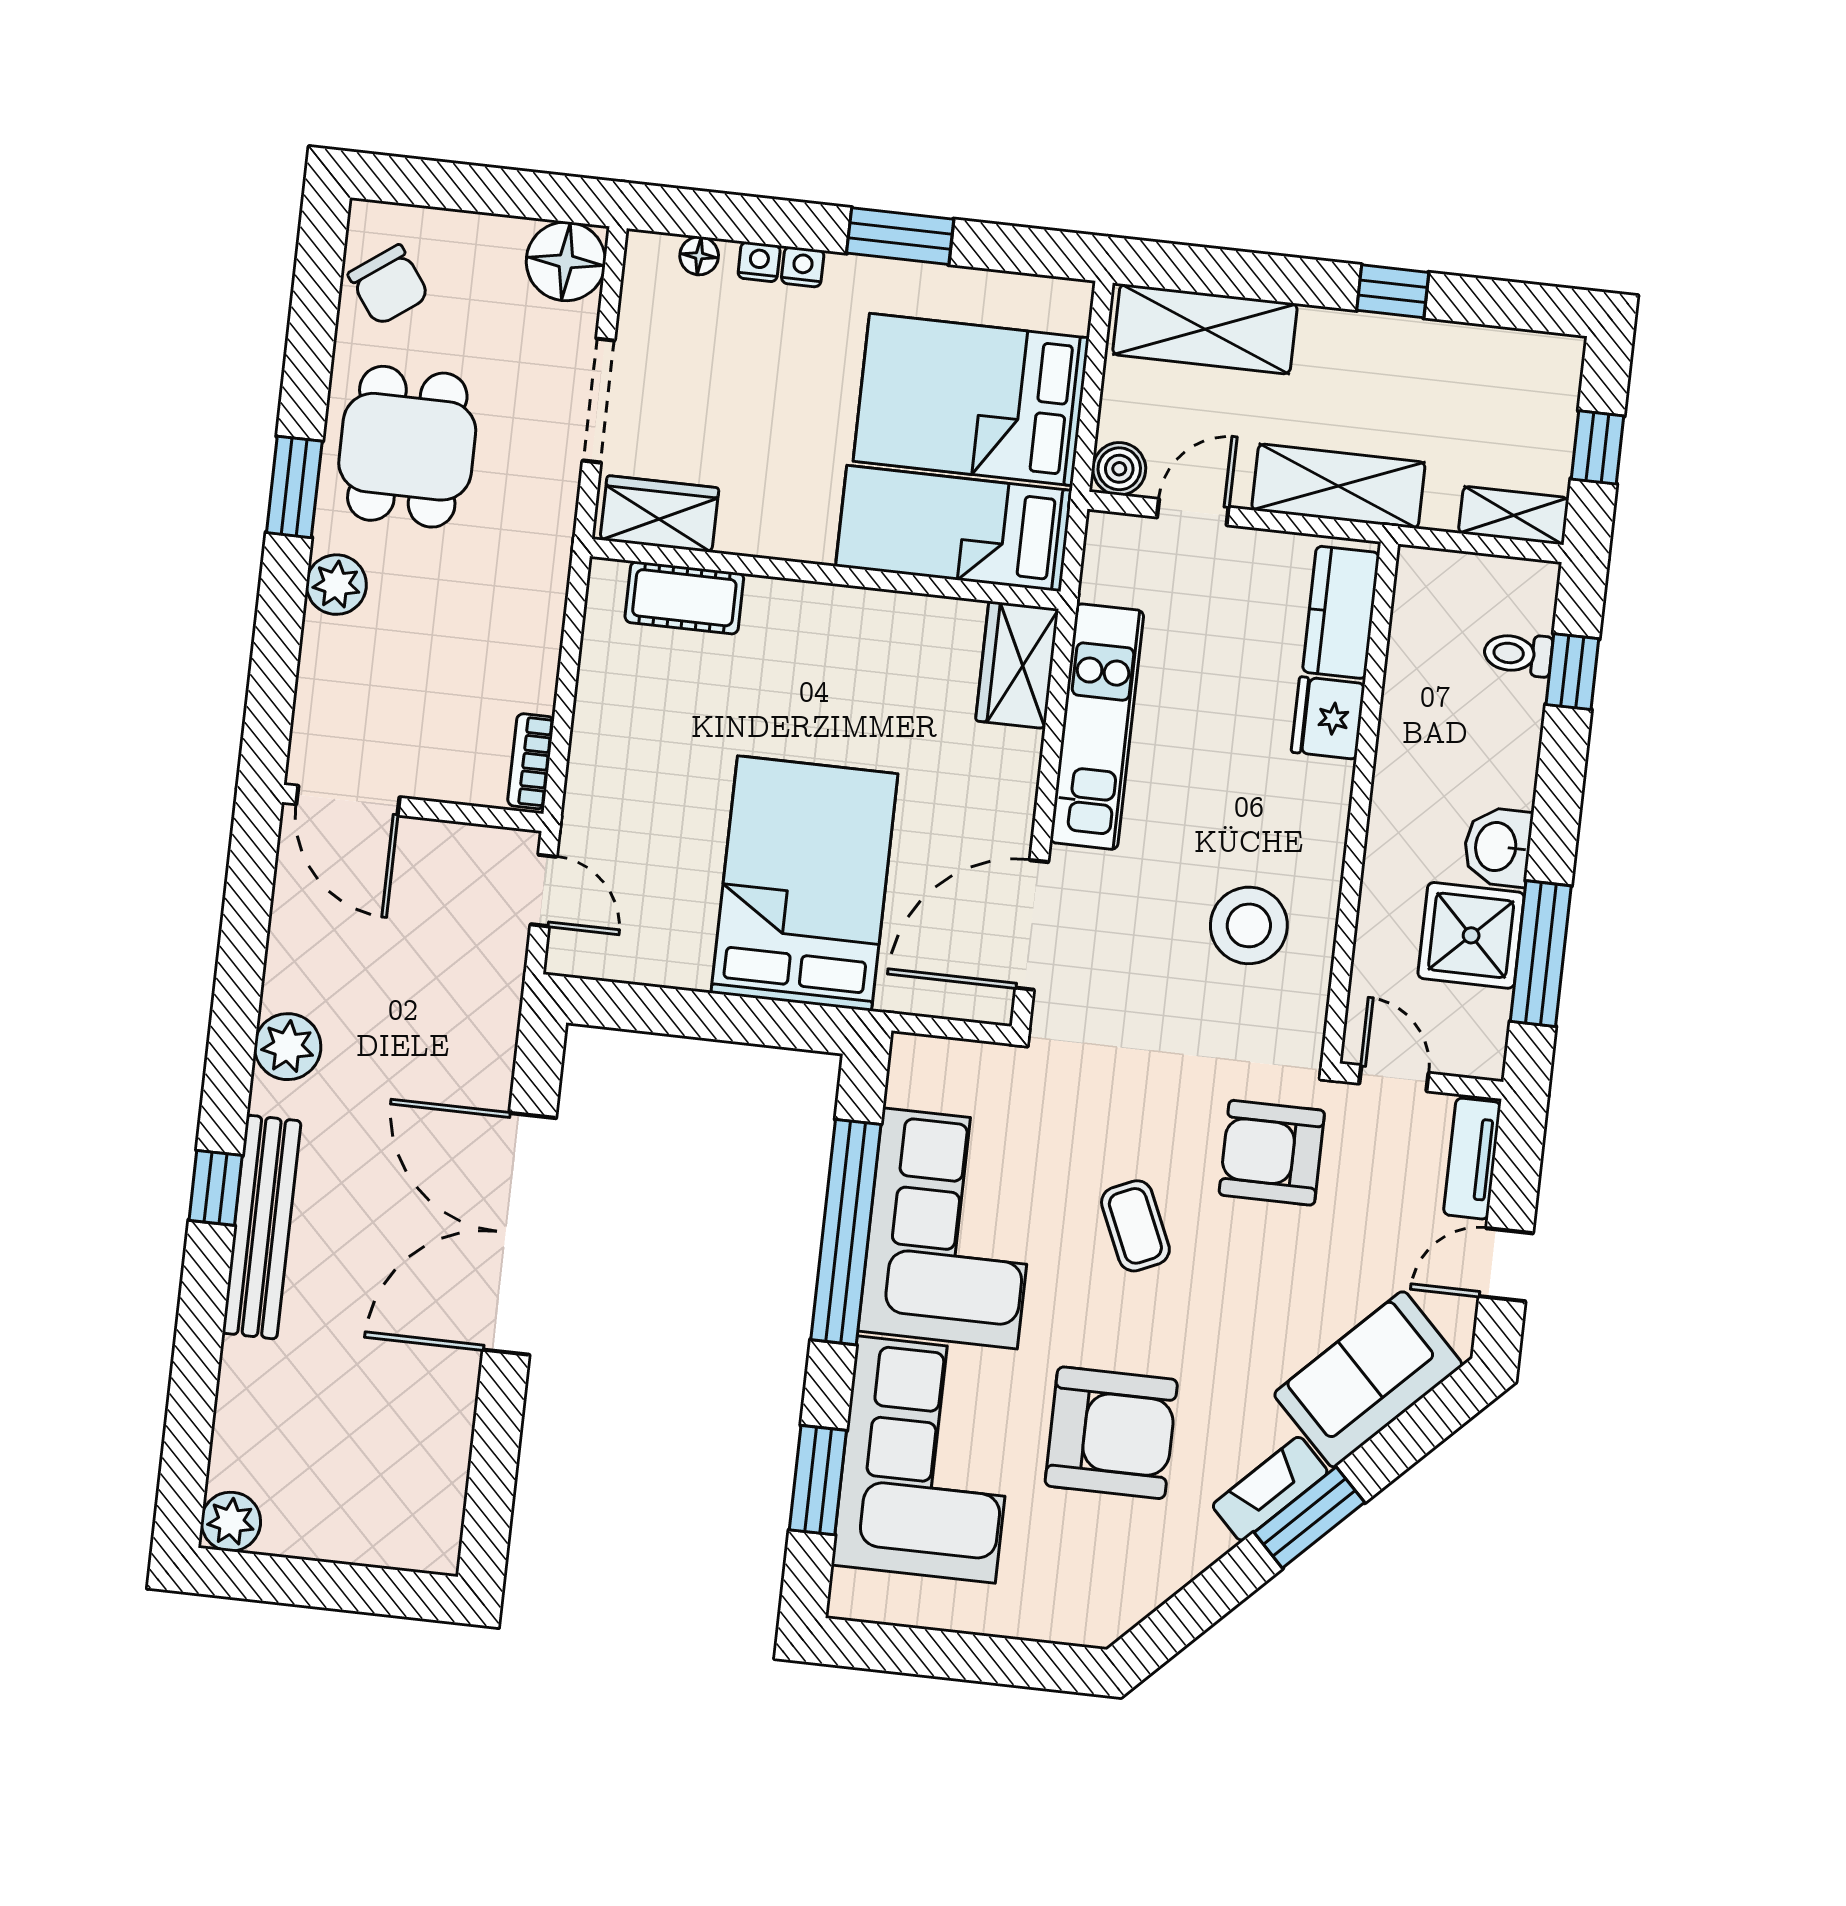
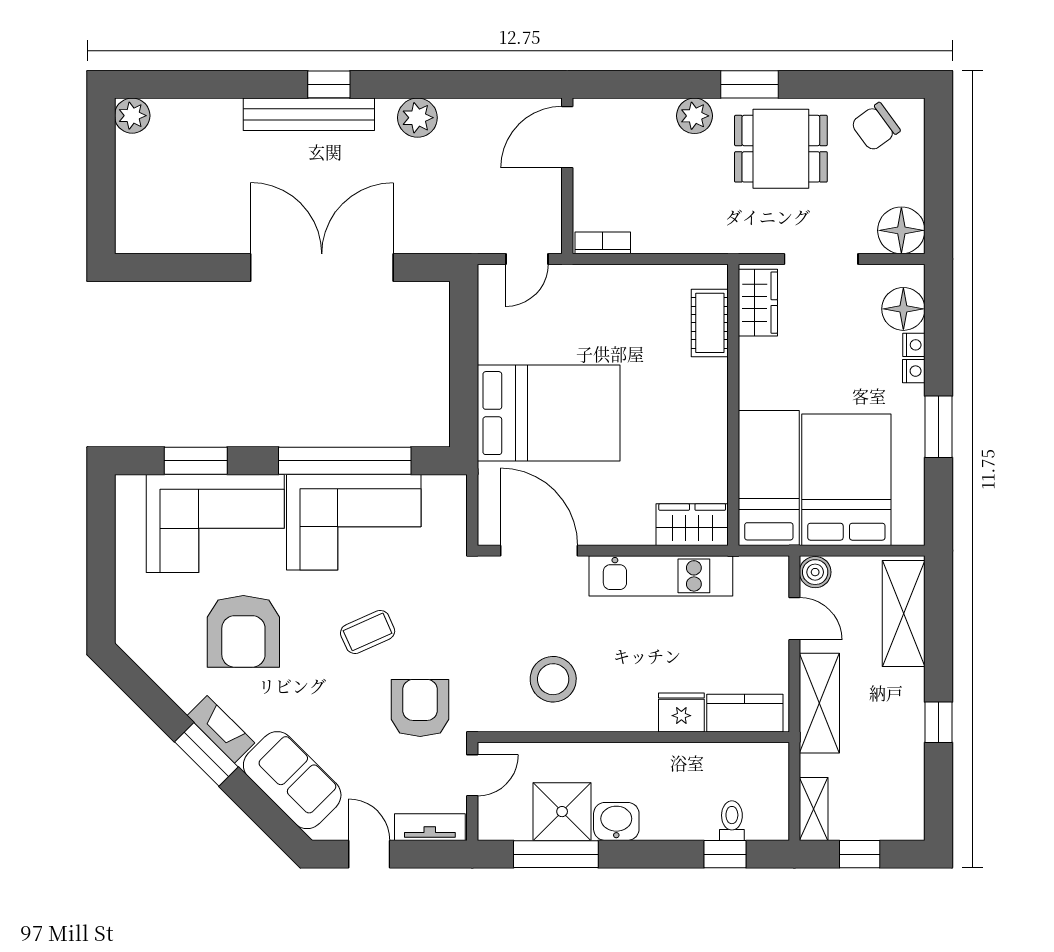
floor lamp: (699, 256) -> (903, 309), width x1.89, depth x1.89

